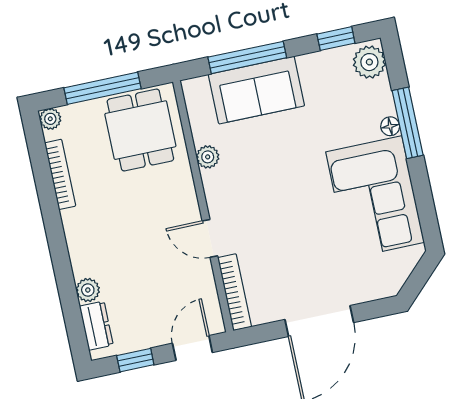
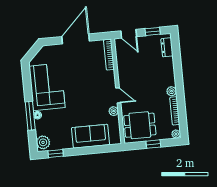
window: (247, 57) -> (93, 150), removed
window: (102, 88) -> (153, 144), width x0.46
dining table: (140, 130) -> (140, 125), turned 90
door: (210, 238) -> (118, 95), moved
plant: (88, 290) -> (172, 91), moved
door: (192, 348) -> (129, 34), hinge flipped

